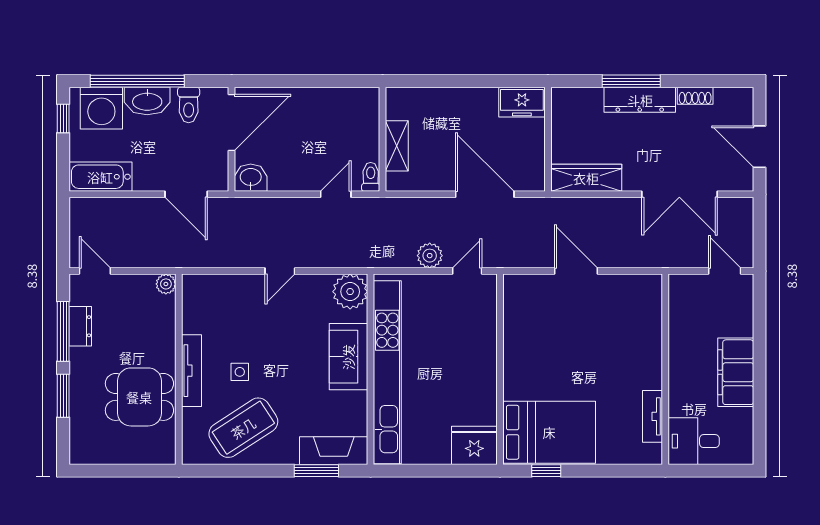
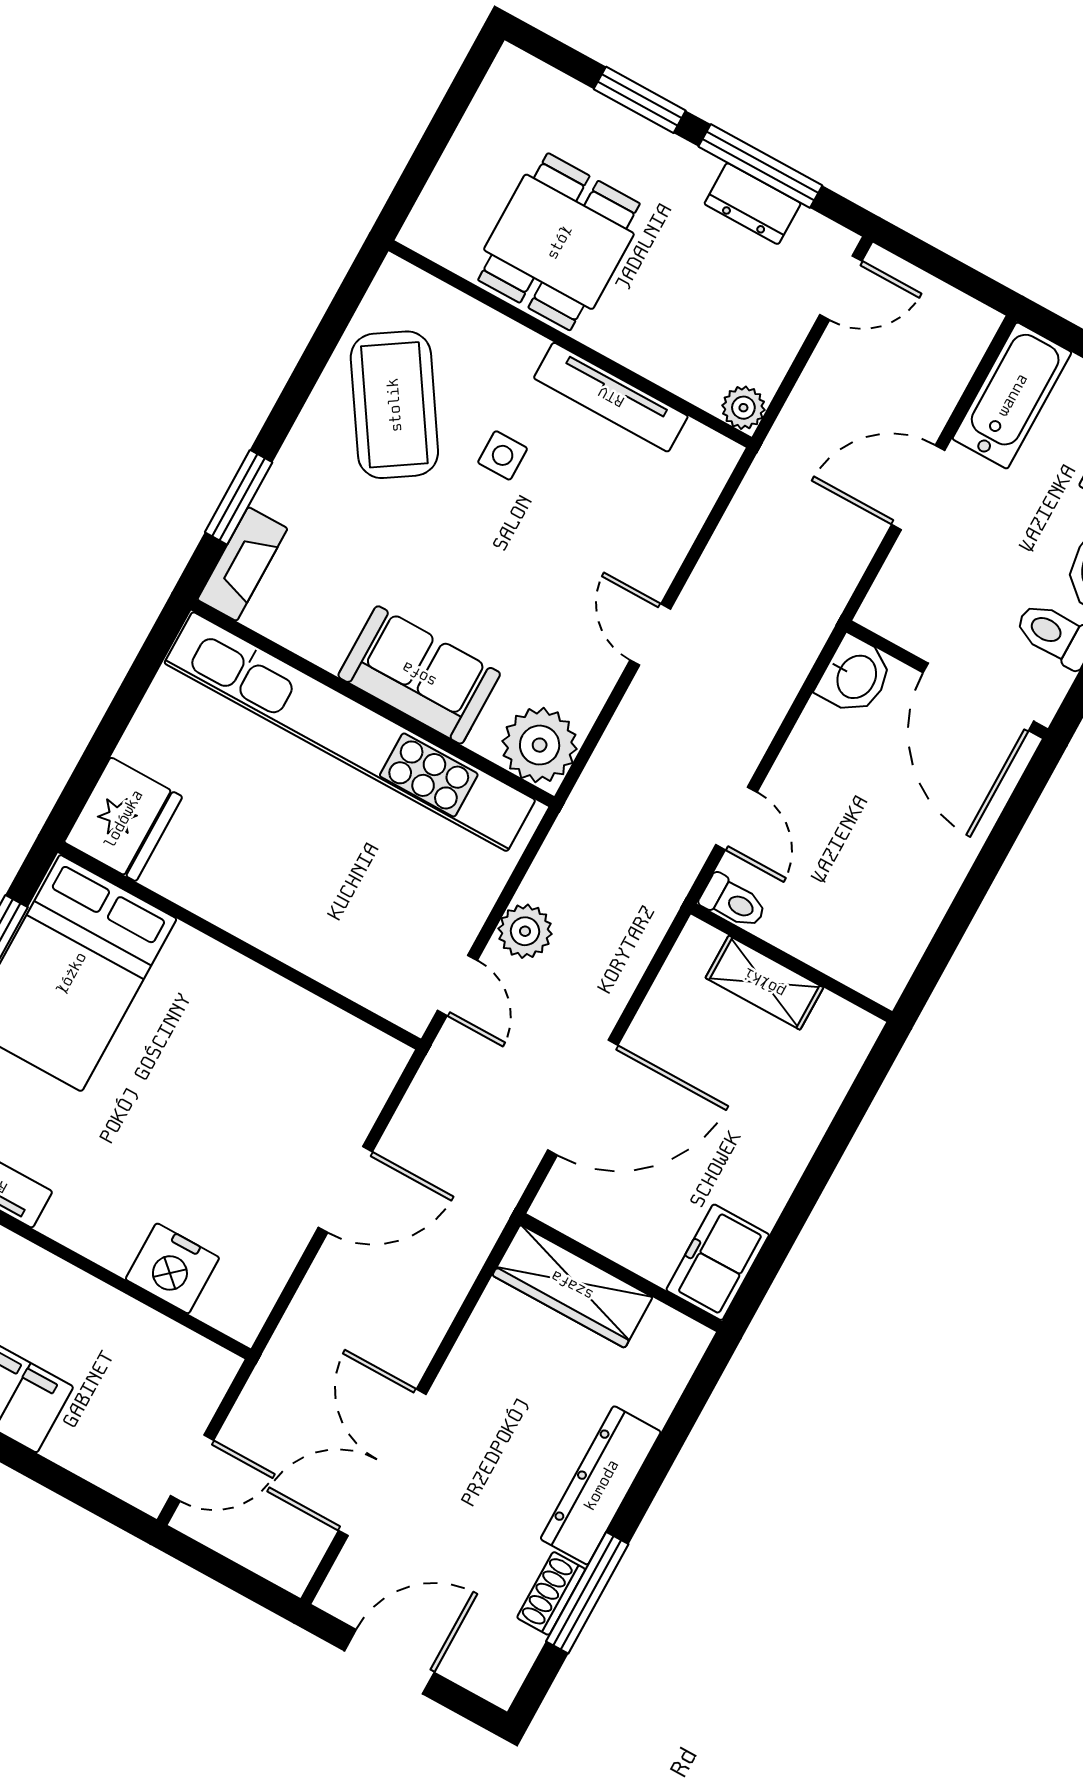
window: (631, 81) -> (587, 1593), moved
wardrobe: (586, 178) -> (572, 1286), moved, turned 90
door: (186, 194) -> (918, 487), moved
nightstand: (647, 324) -> (172, 1268), added
tv unit: (191, 371) -> (611, 397), moved
fireplace: (334, 451) -> (242, 564), width x0.73, depth x0.76

